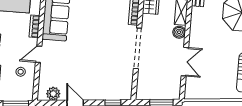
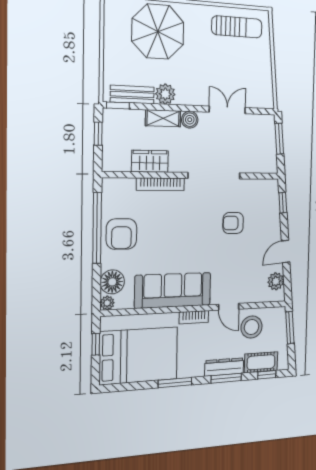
plant: (198, 15) -> (165, 94), added
armchair: (101, 61) -> (233, 223), added
stool: (21, 72) -> (252, 327), width x1.89, depth x1.89

